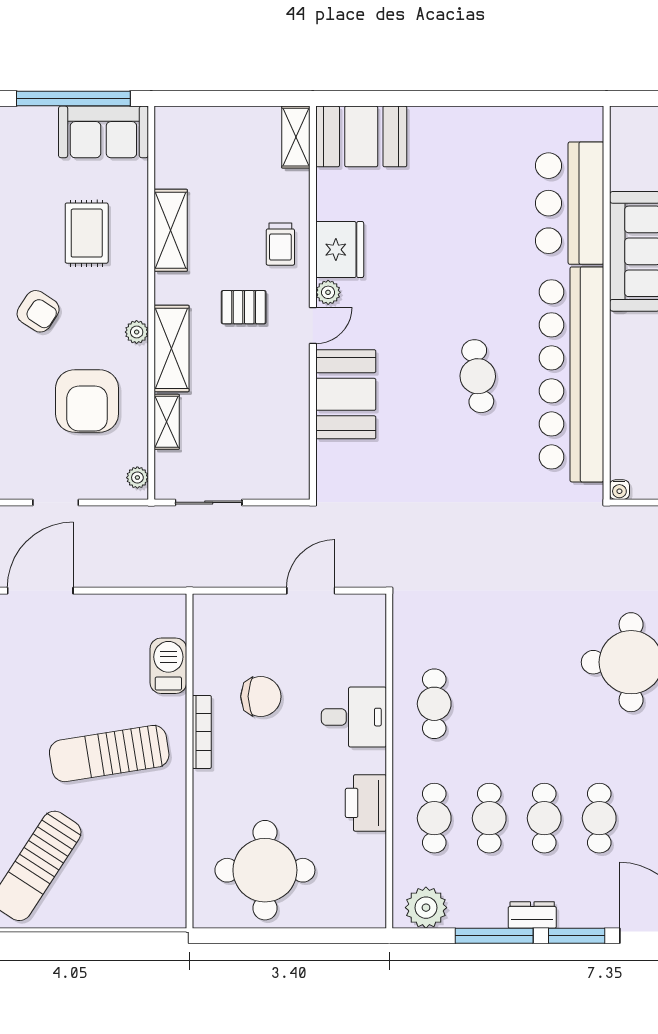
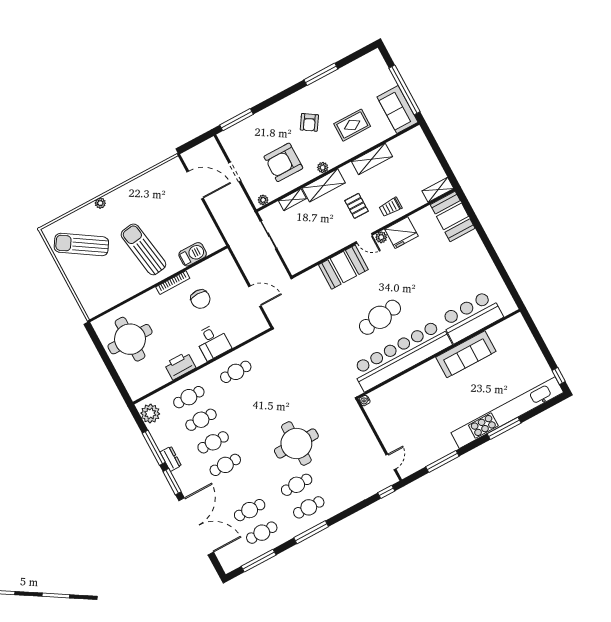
cafe table: (478, 376) -> (380, 317), width x1.37, depth x1.35

